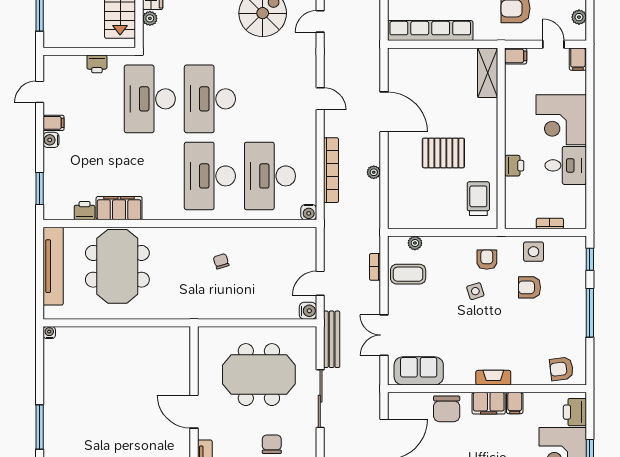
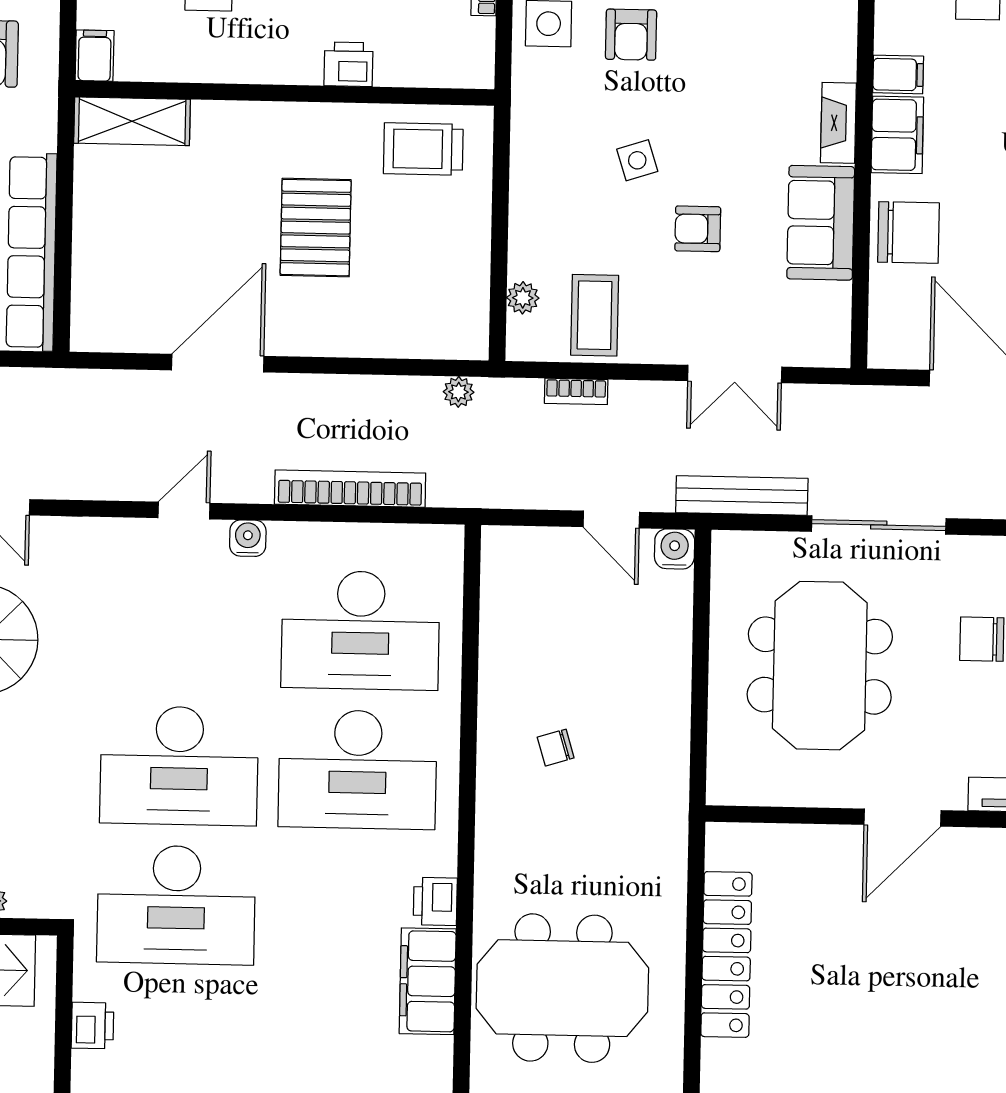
plant: (374, 172) -> (459, 392), moved
printer: (85, 211) -> (435, 901), moved
water cooler: (309, 212) -> (248, 538), moved, turned -90
armchair: (487, 260) -> (698, 229), moved
locker: (133, 337) -> (726, 954), added
sofa: (419, 371) -> (821, 223), moved

